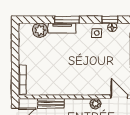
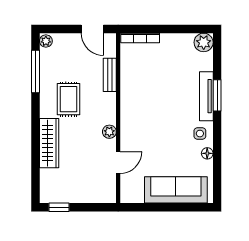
window: (110, 20) -> (217, 150), removed
tv unit: (62, 28) -> (206, 96), width x1.41
plant: (40, 30) -> (204, 42), moved

